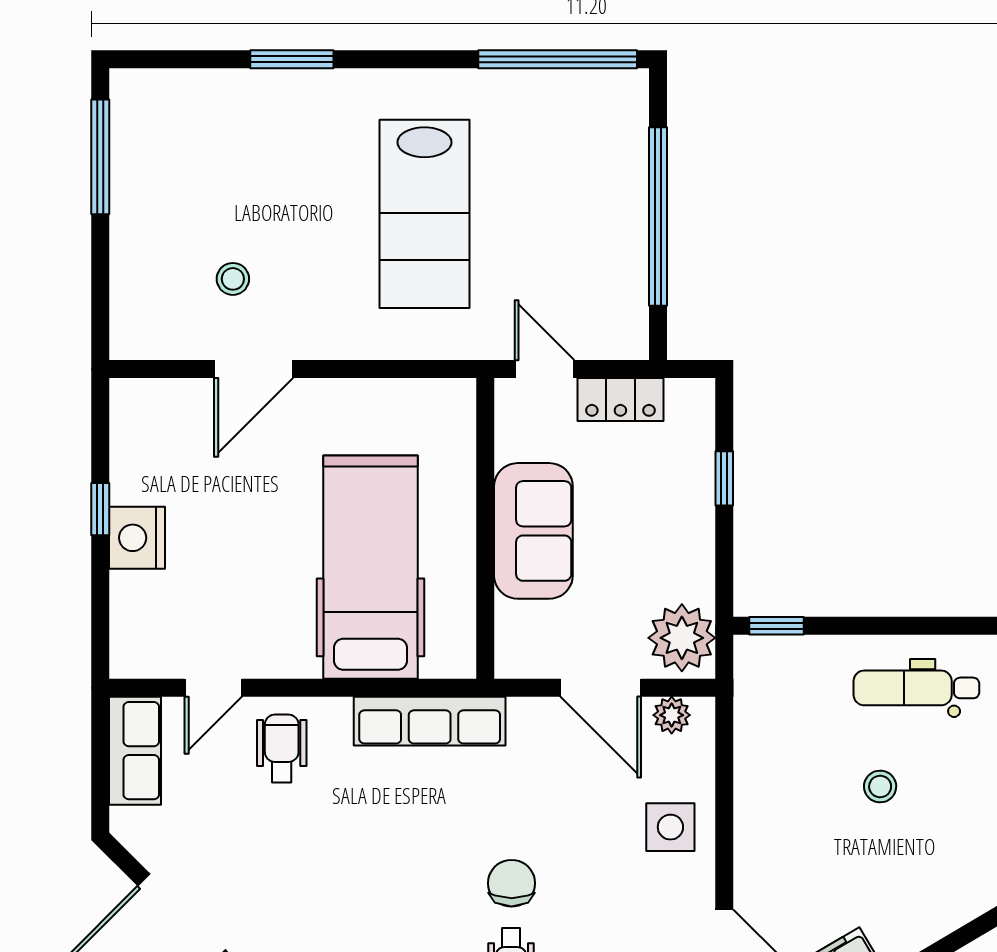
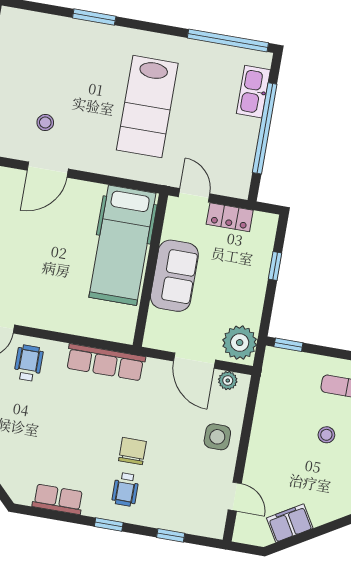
kitchen sink: (624, 149) -> (253, 92), added
hospital bed: (370, 567) -> (122, 245), moved, turned 180

